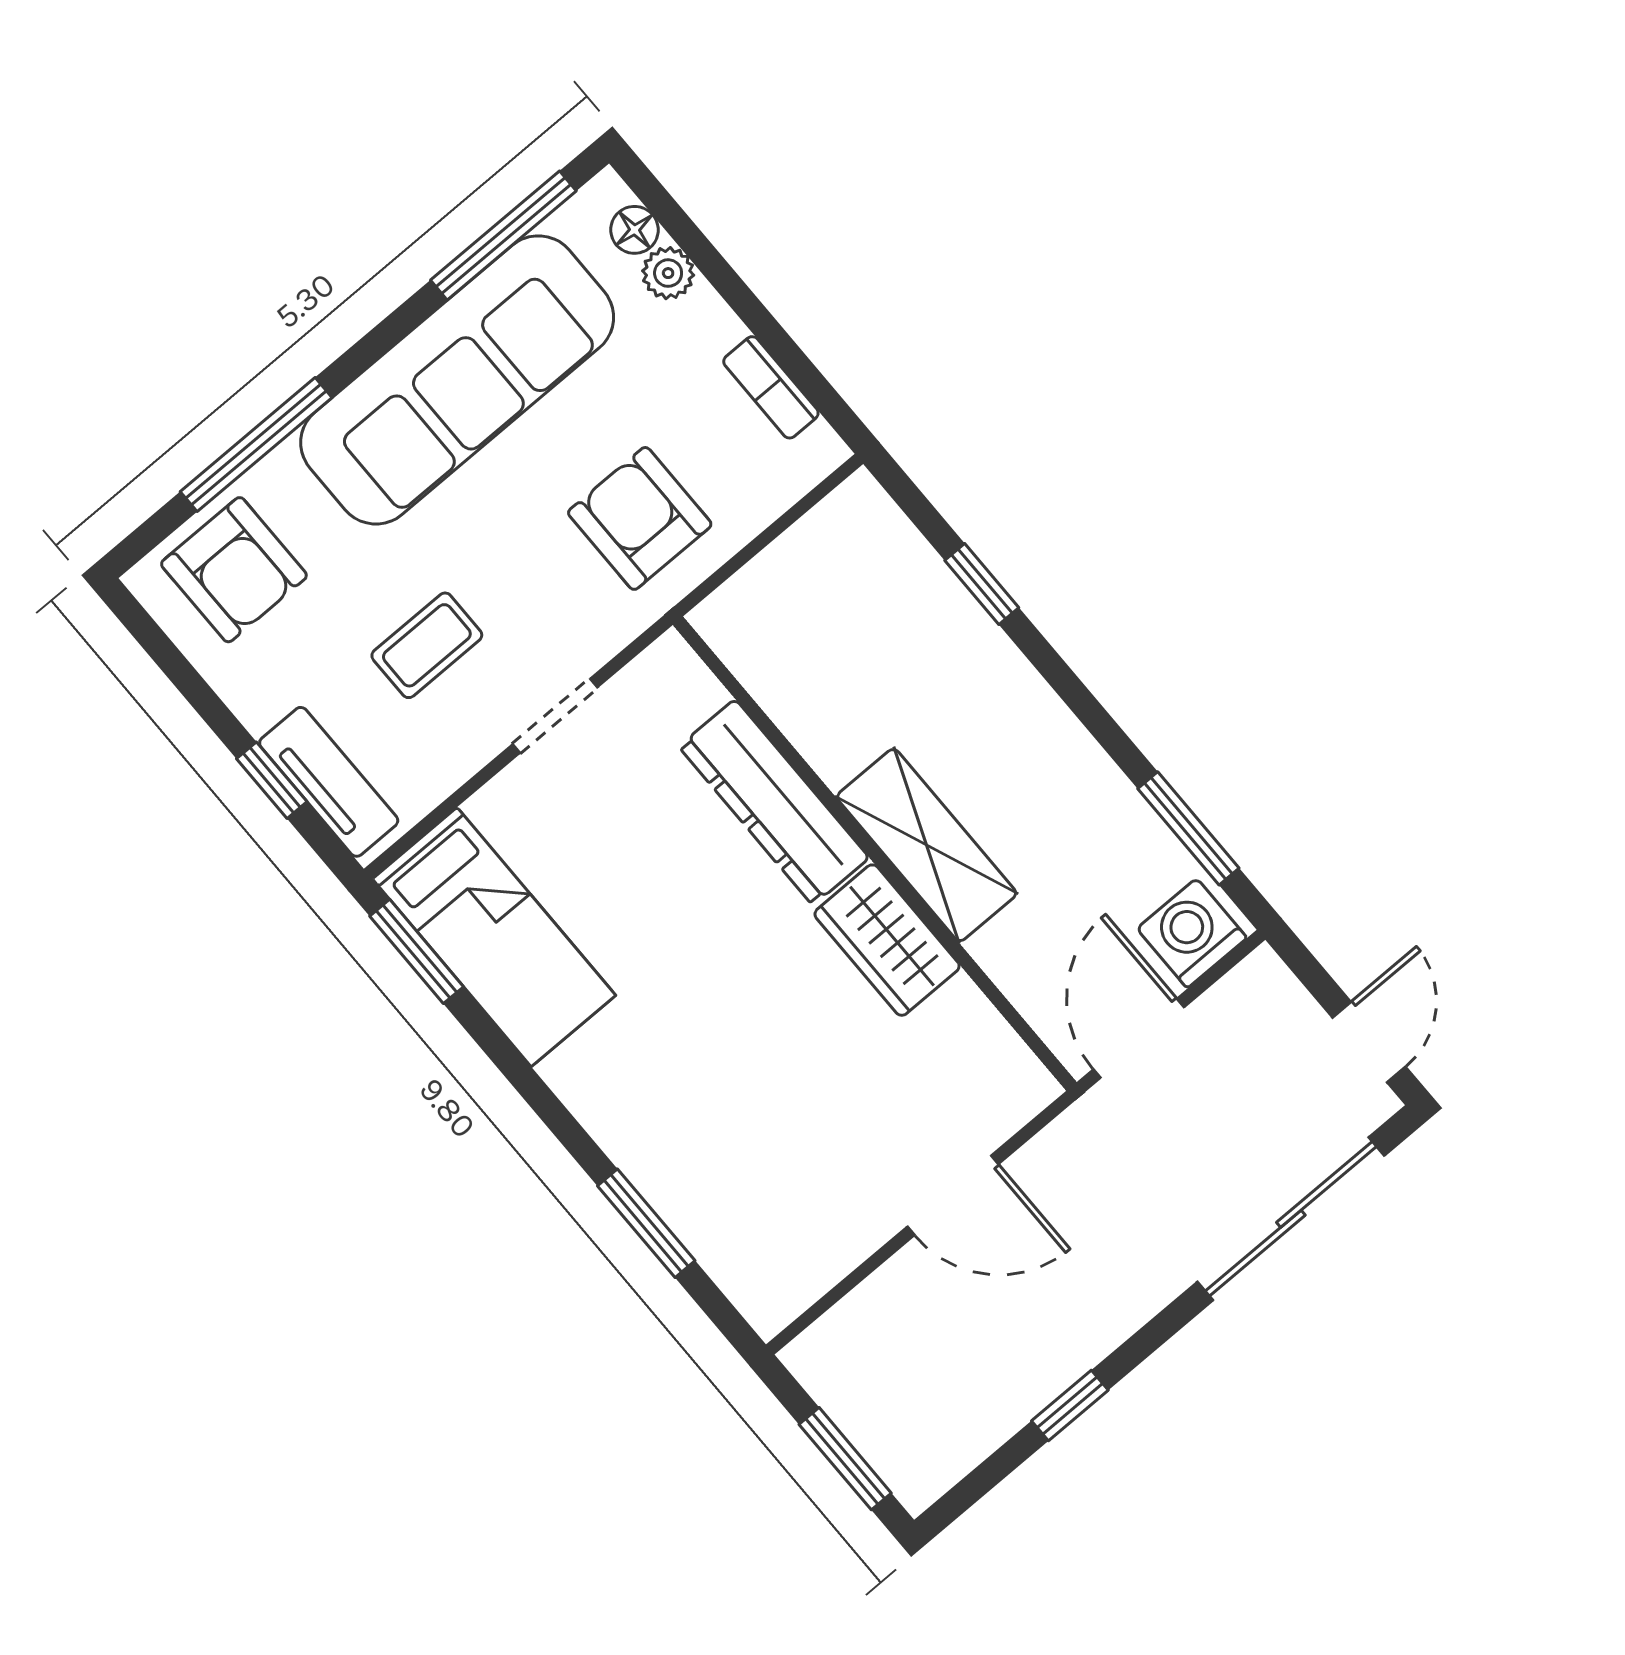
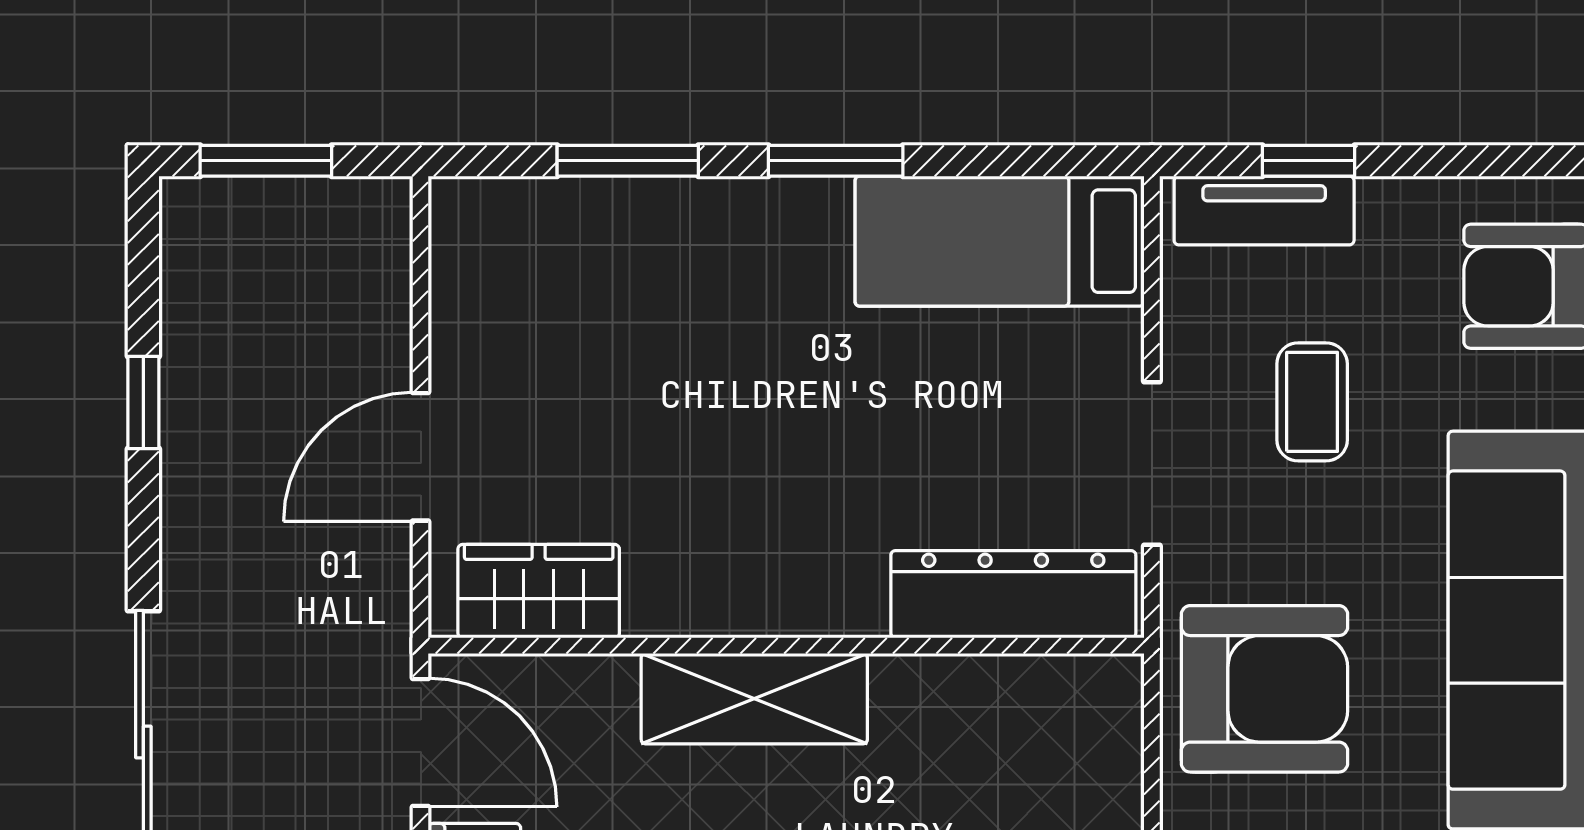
armchair: (640, 518) -> (1264, 689), width x1.36, depth x1.36
doorway: (555, 716) -> (1152, 464), width x1.38
dresser: (774, 802) -> (1013, 594), moved
wardrobe: (887, 940) -> (539, 591), moved
window: (417, 951) -> (836, 161), moved

